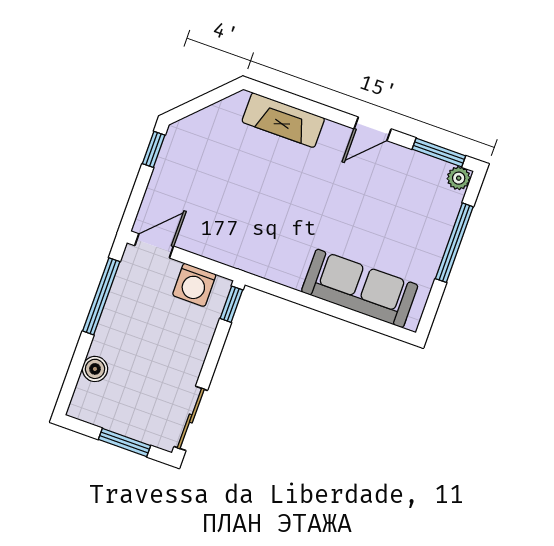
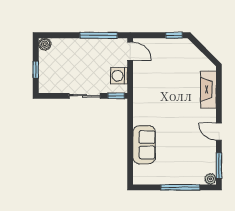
sofa: (360, 288) -> (144, 145), width x0.73
boiler: (95, 369) -> (45, 44), moved
sliding door: (191, 418) -> (85, 96), moved
window: (125, 442) -> (36, 70), width x0.67

